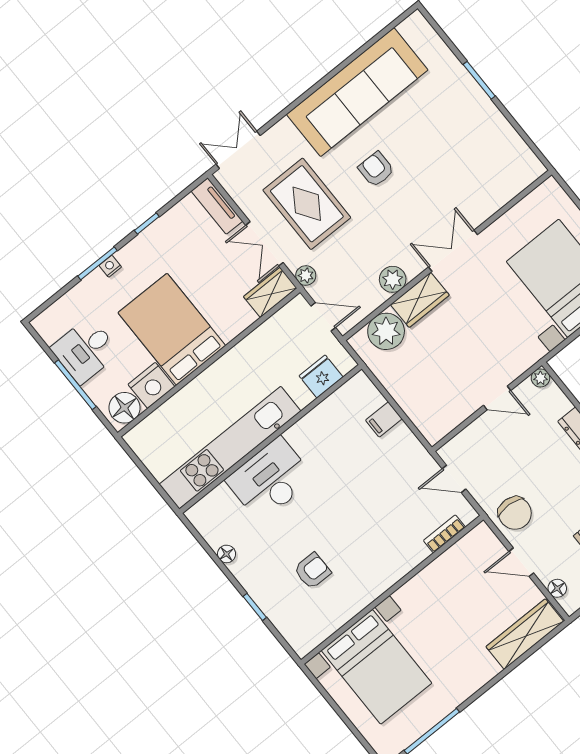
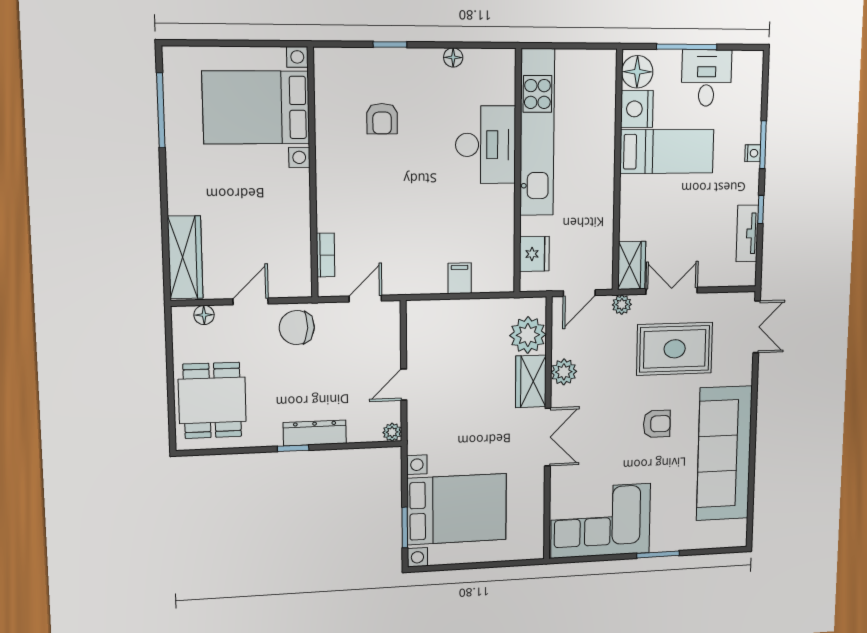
corner sofa: (487, 152) -> (601, 521), added
tv unit: (217, 206) -> (747, 233), moved, turned -90
bed: (172, 329) -> (667, 151), width x0.67

